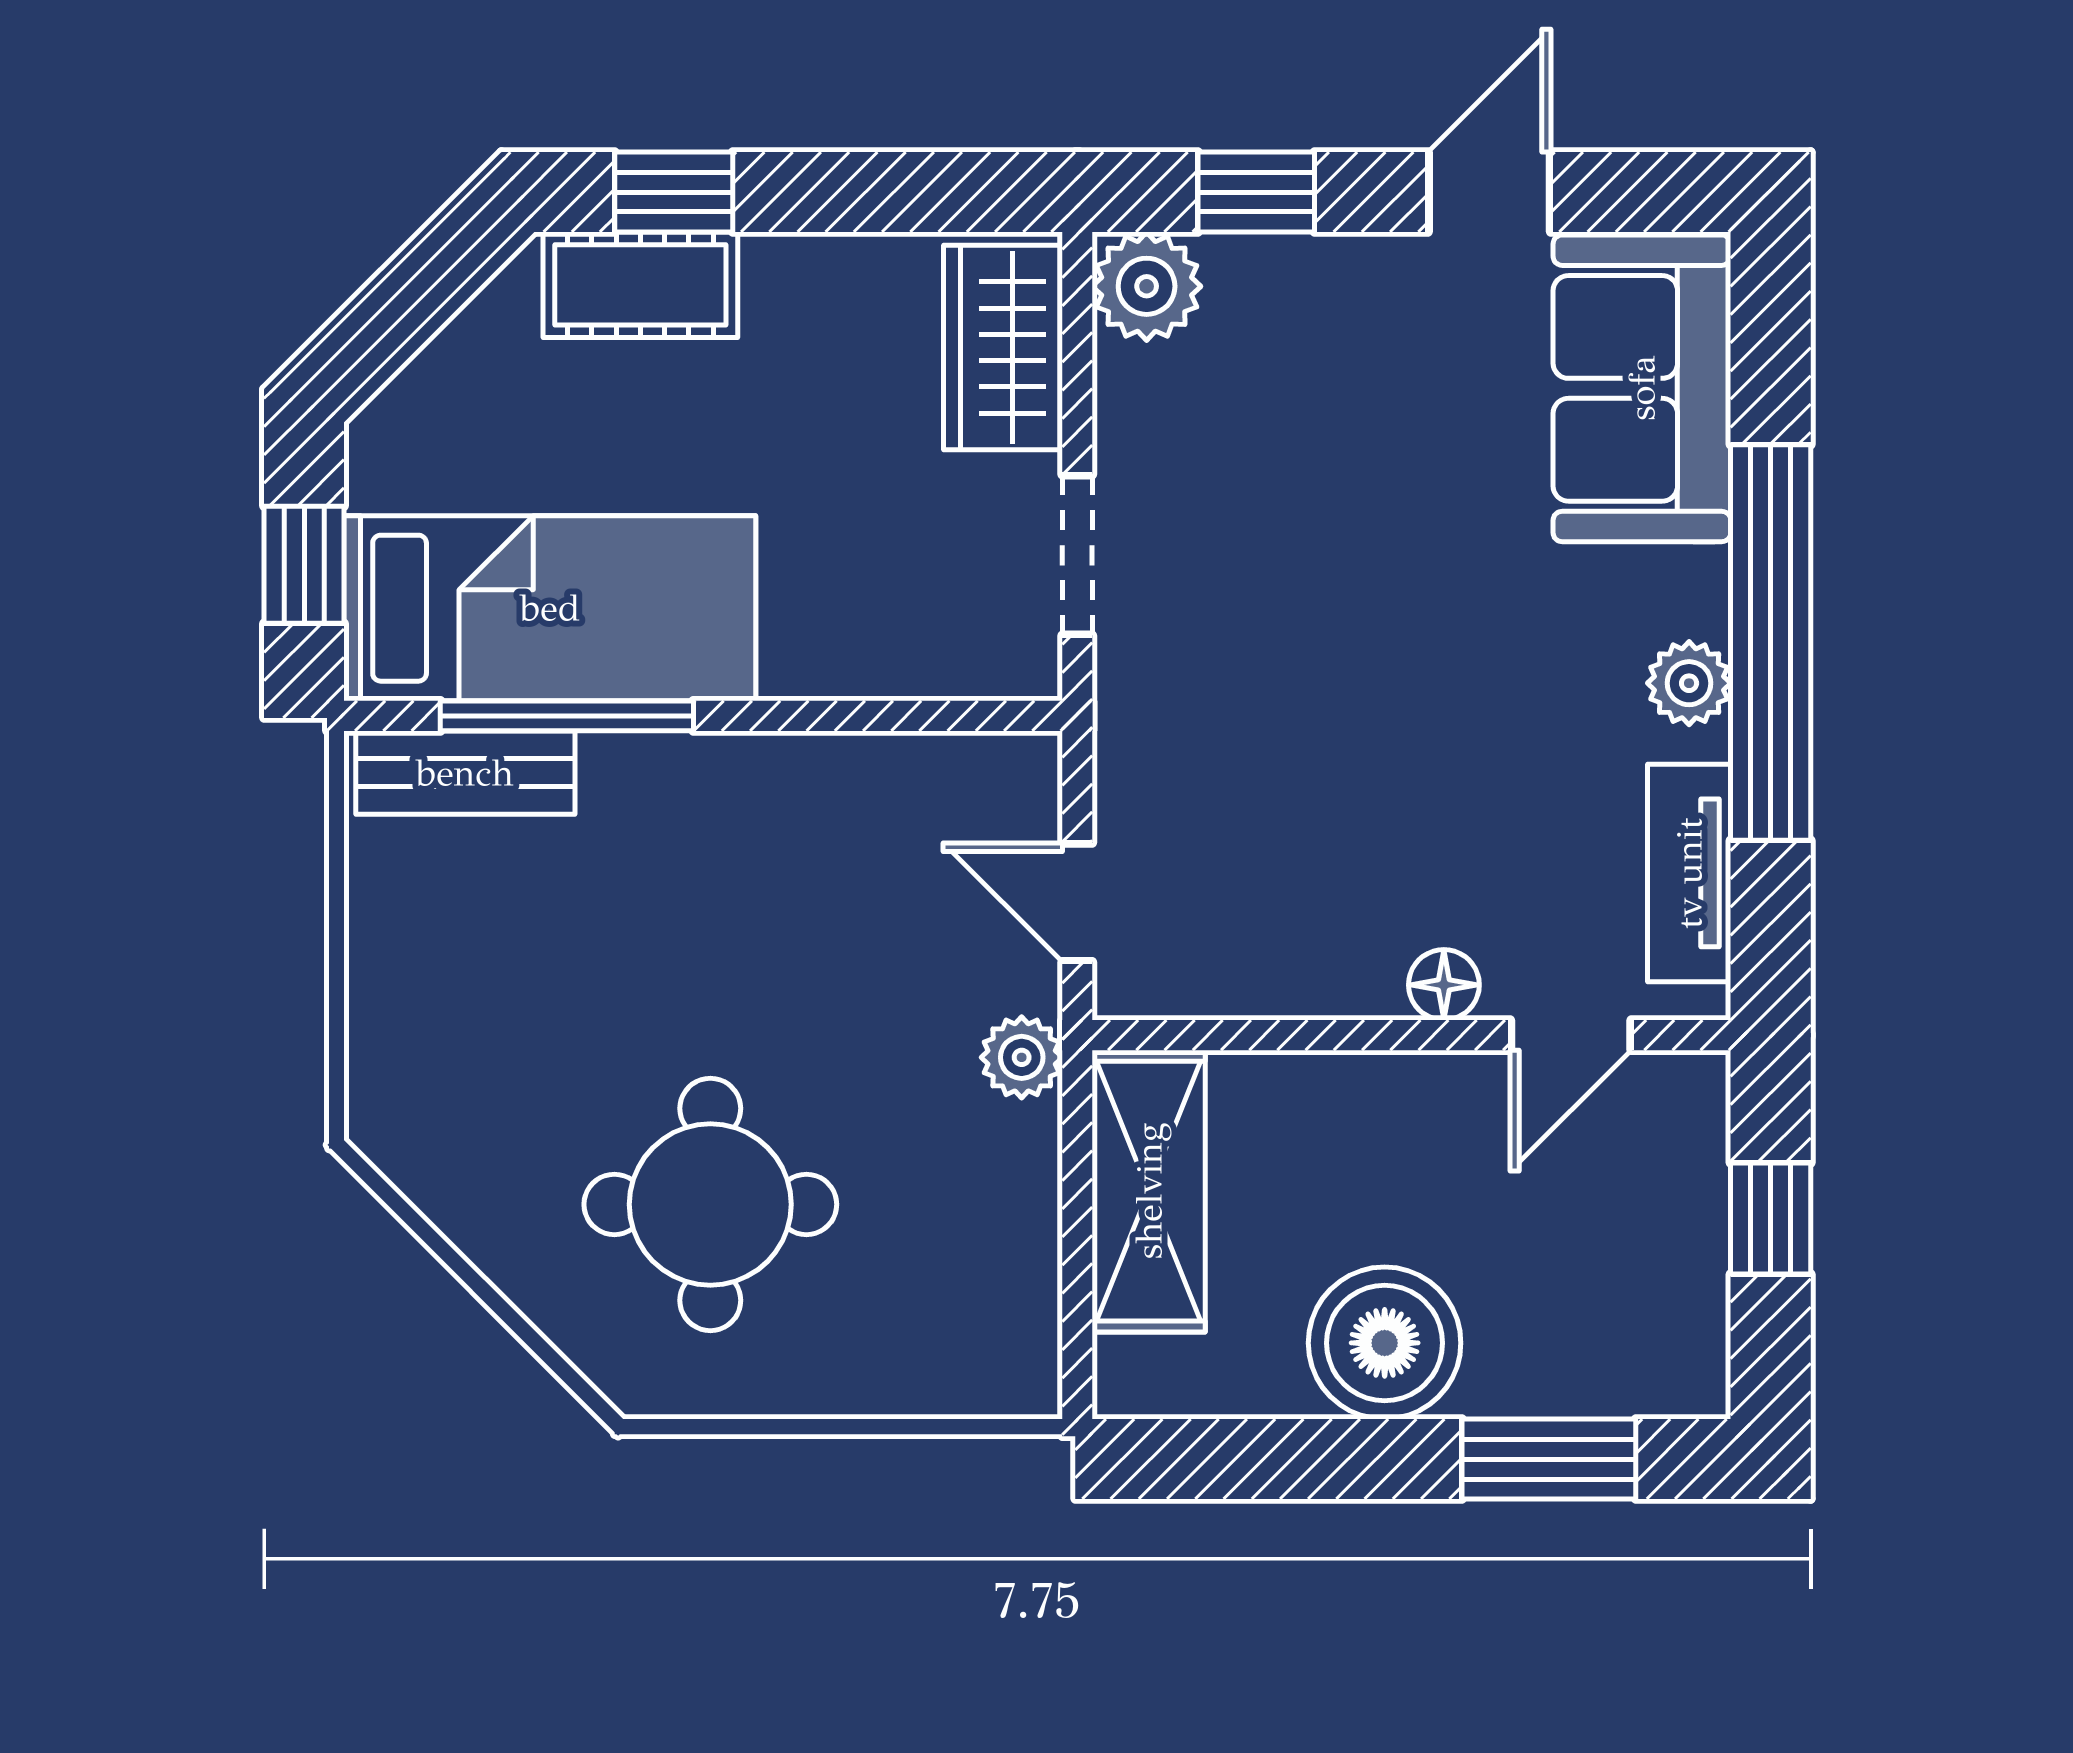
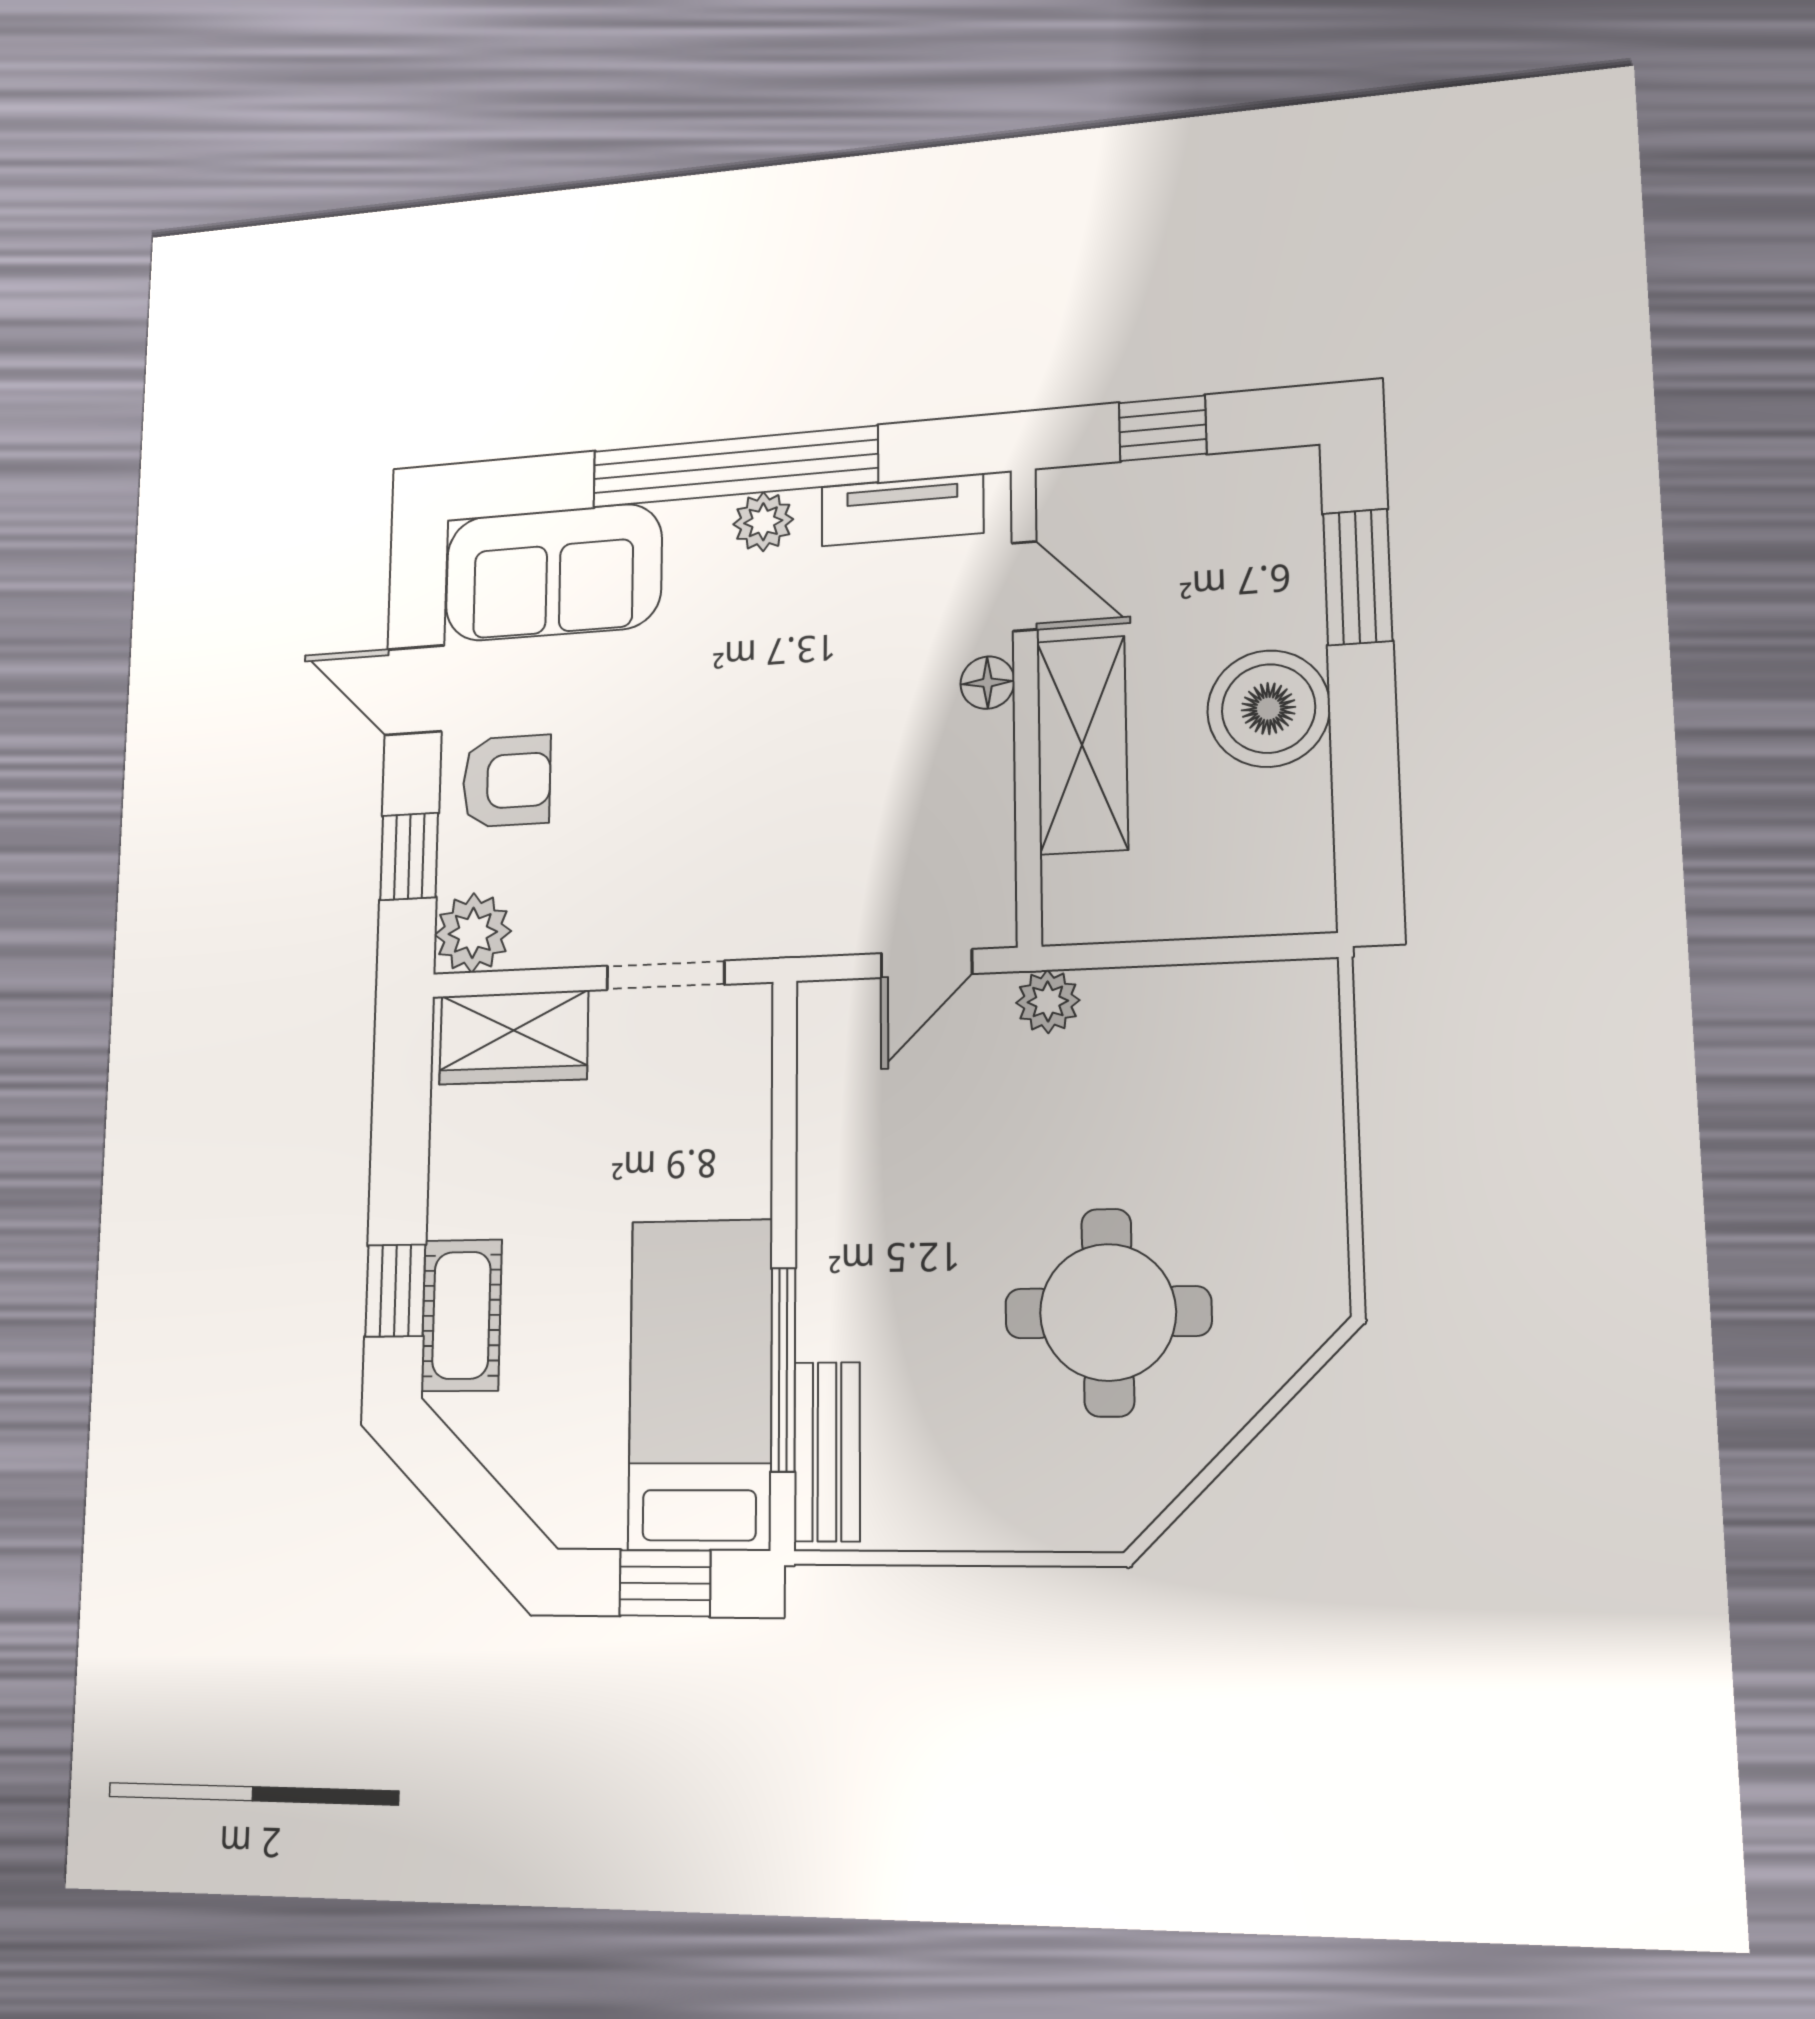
armchair: (1353, 329) -> (507, 781), added
shelving: (1149, 1191) -> (1082, 745), moved, turned 90
round table: (710, 1204) -> (1108, 1312), moved

